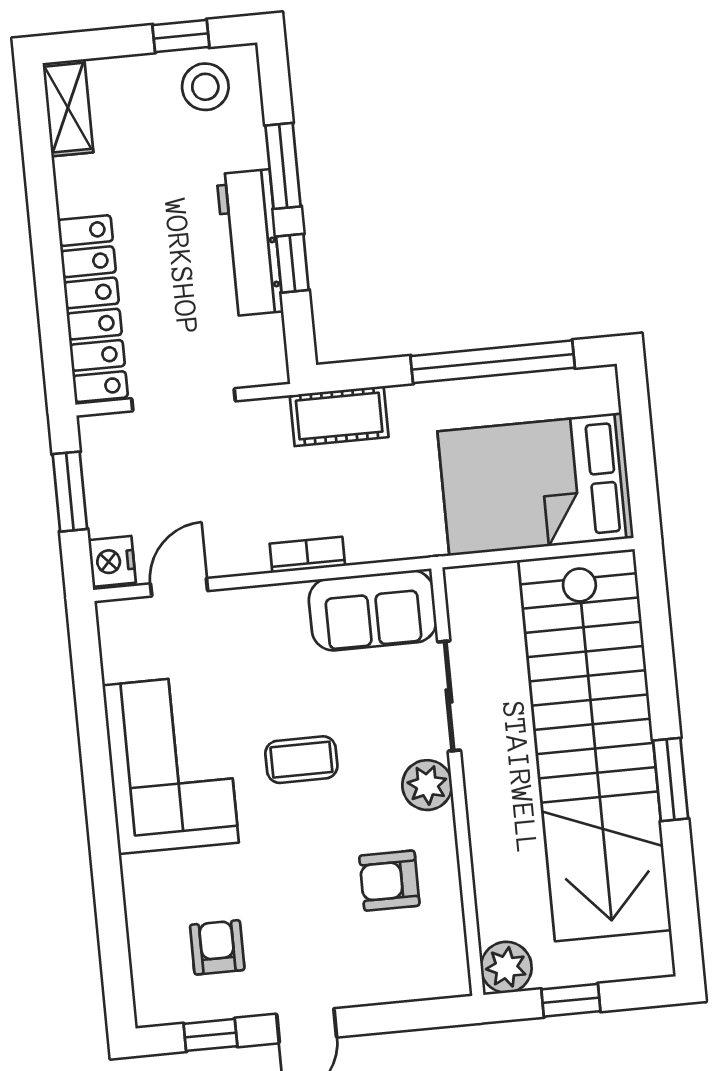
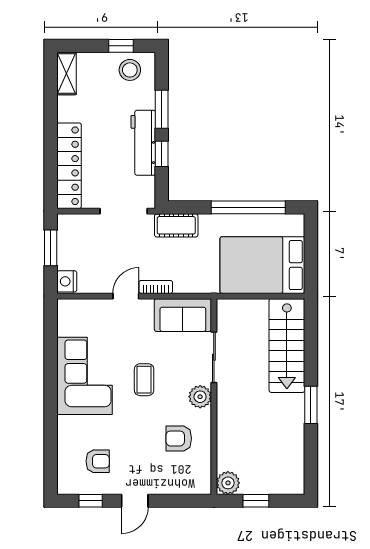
doorway: (183, 400) -> (124, 211), moved
door: (179, 587) -> (126, 296), moved
stairs: (595, 745) -> (287, 346), width x0.54, depth x0.66
coffee table: (301, 760) -> (144, 380), turned 90
armchair: (217, 947) -> (98, 461), turned 90

